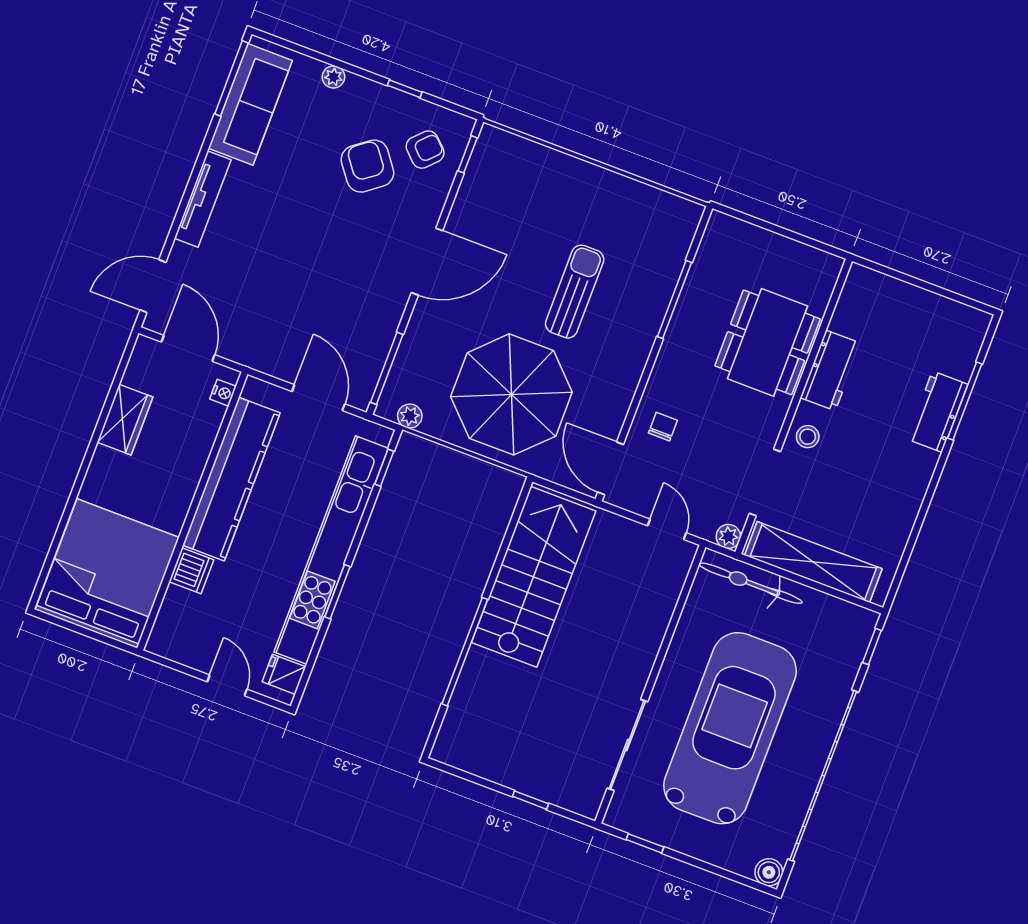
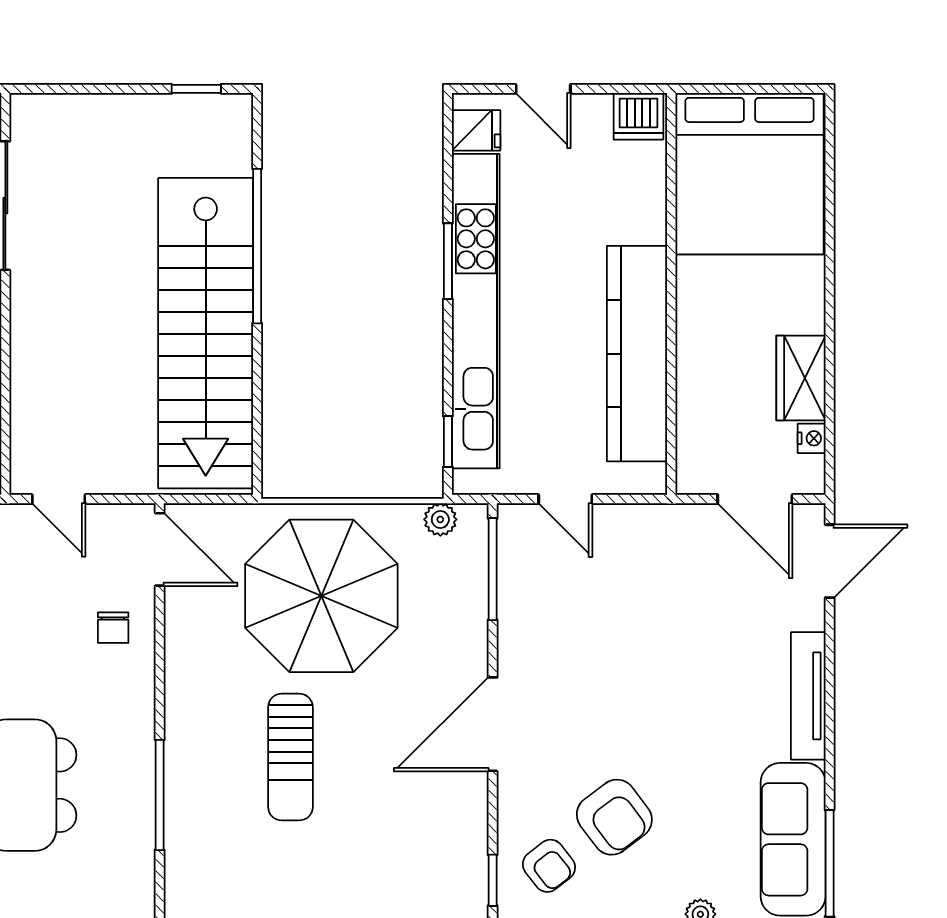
armchair: (425, 150) -> (549, 866), turned -82
nightstand: (223, 393) -> (812, 438), moved, turned 180
door: (318, 398) -> (565, 499), width x0.73
dishwasher: (191, 571) -> (638, 116), moved, turned -90
stairs: (534, 577) -> (206, 333), width x1.36
window: (531, 800) -> (196, 89), moved

